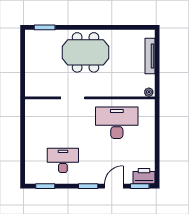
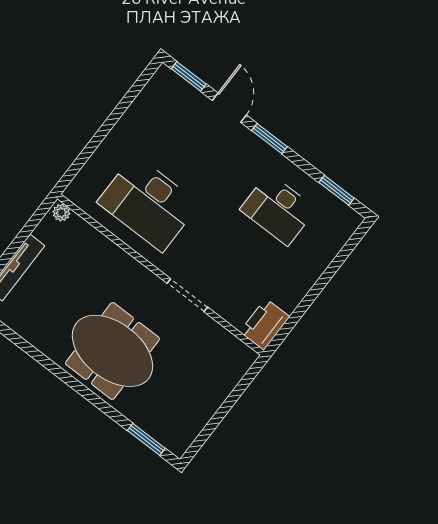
printer: (144, 176) -> (265, 324), moved, turned 90
door: (114, 186) -> (229, 108), swing flipped

